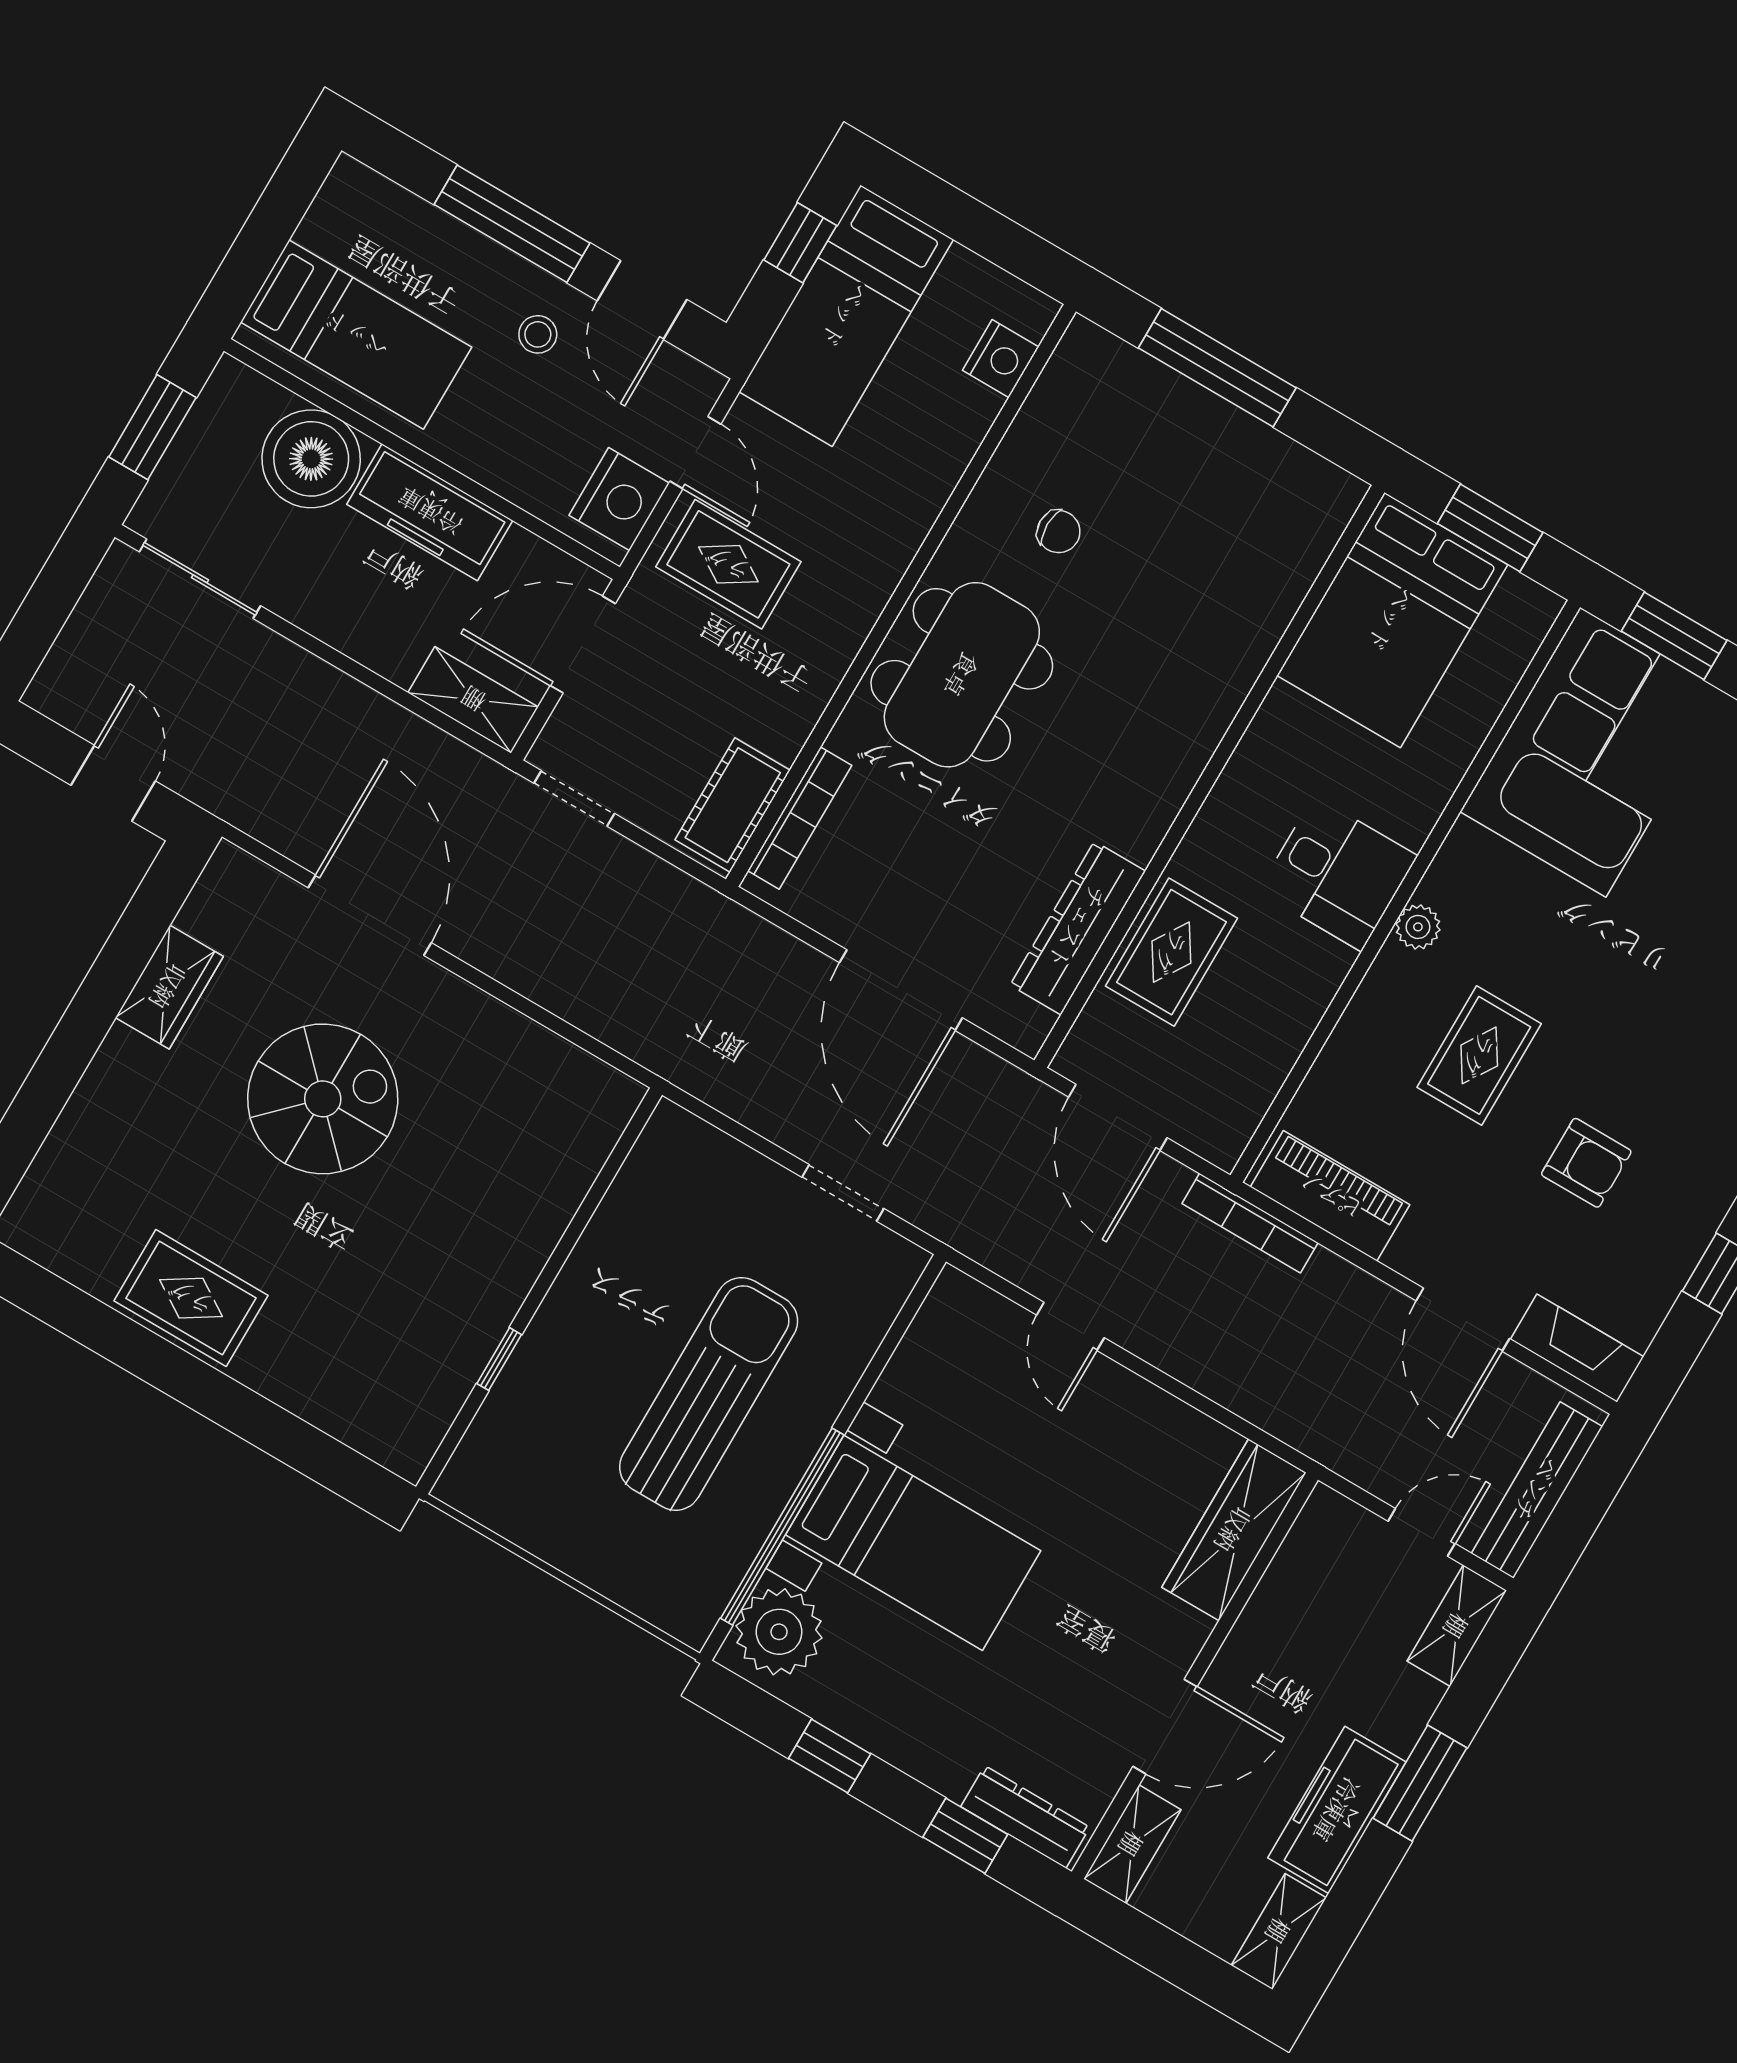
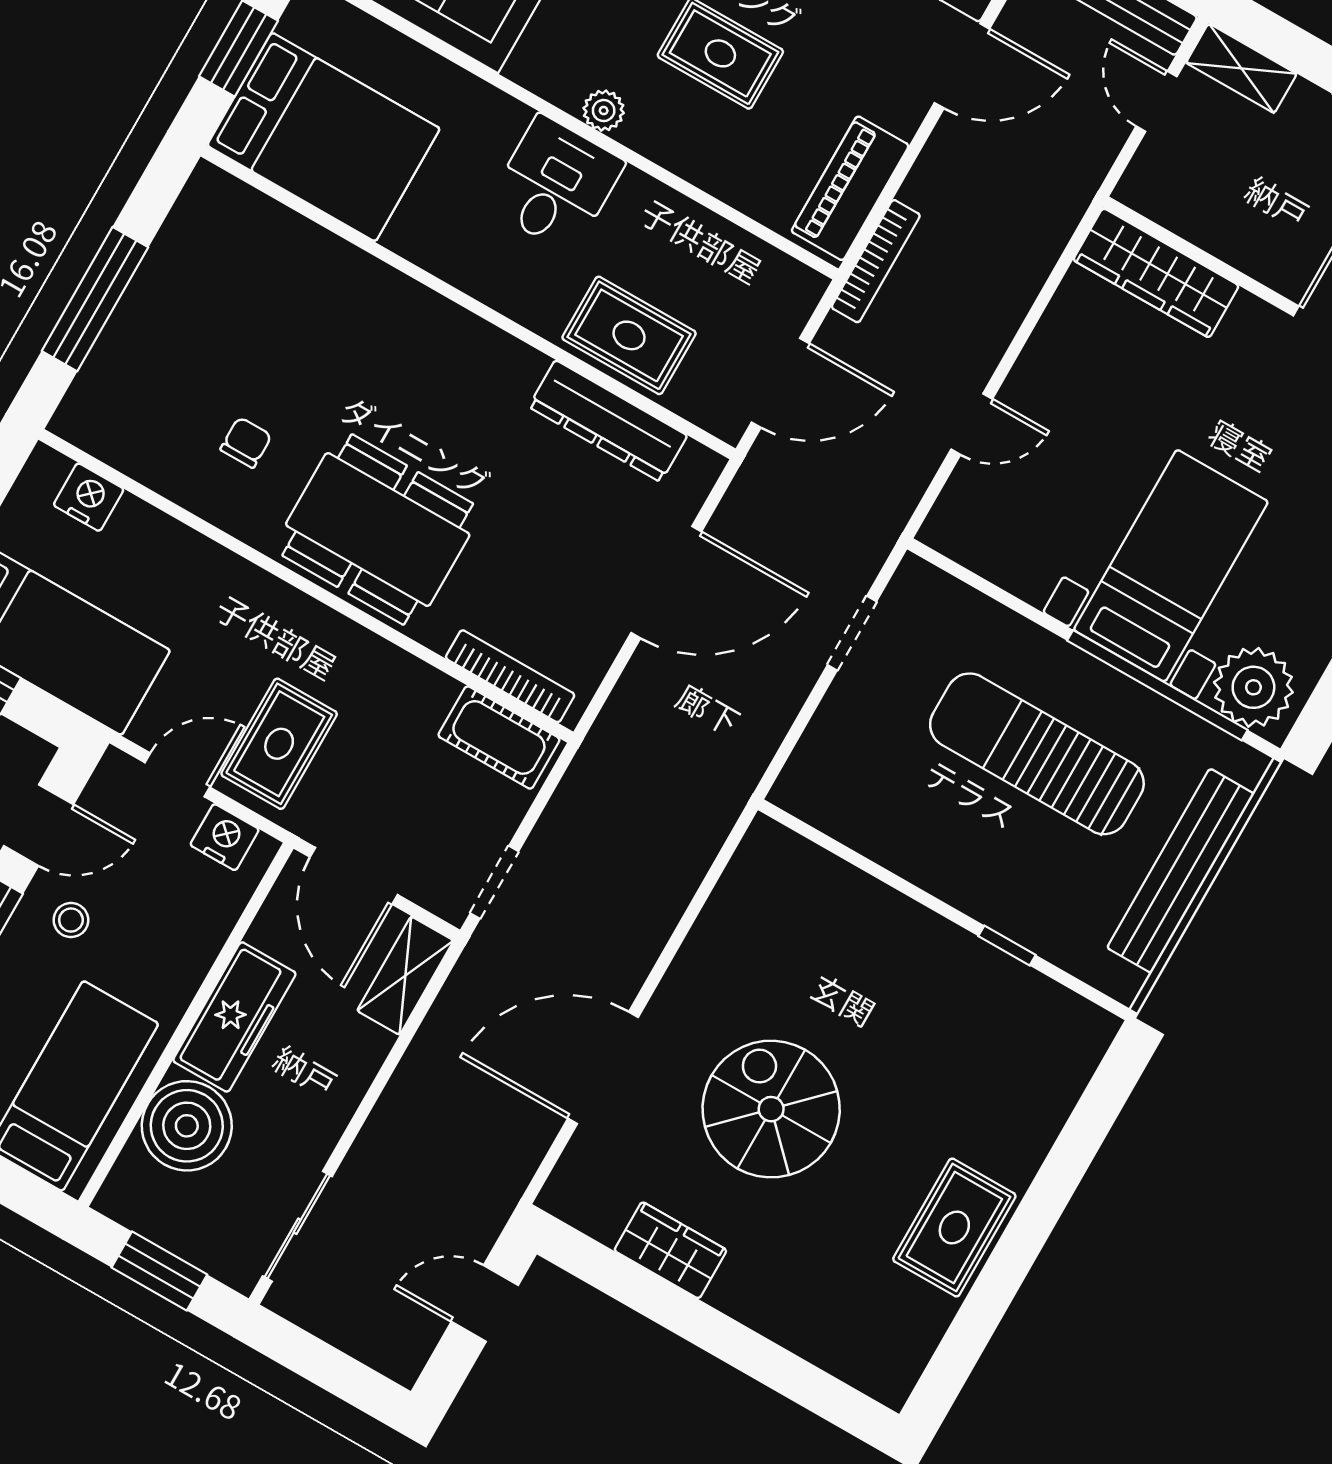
nightstand: (619, 499) -> (225, 837), width x0.74, depth x0.75
bench: (579, 1550) -> (1181, 871), added

